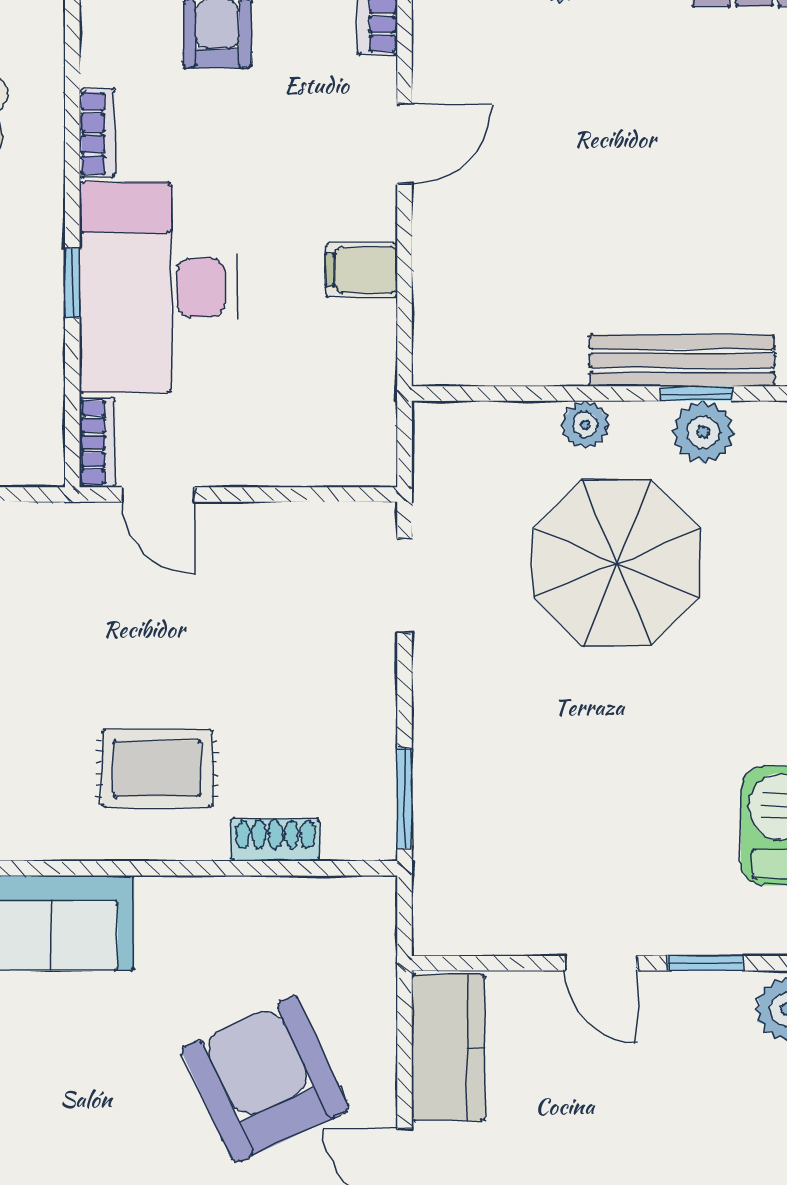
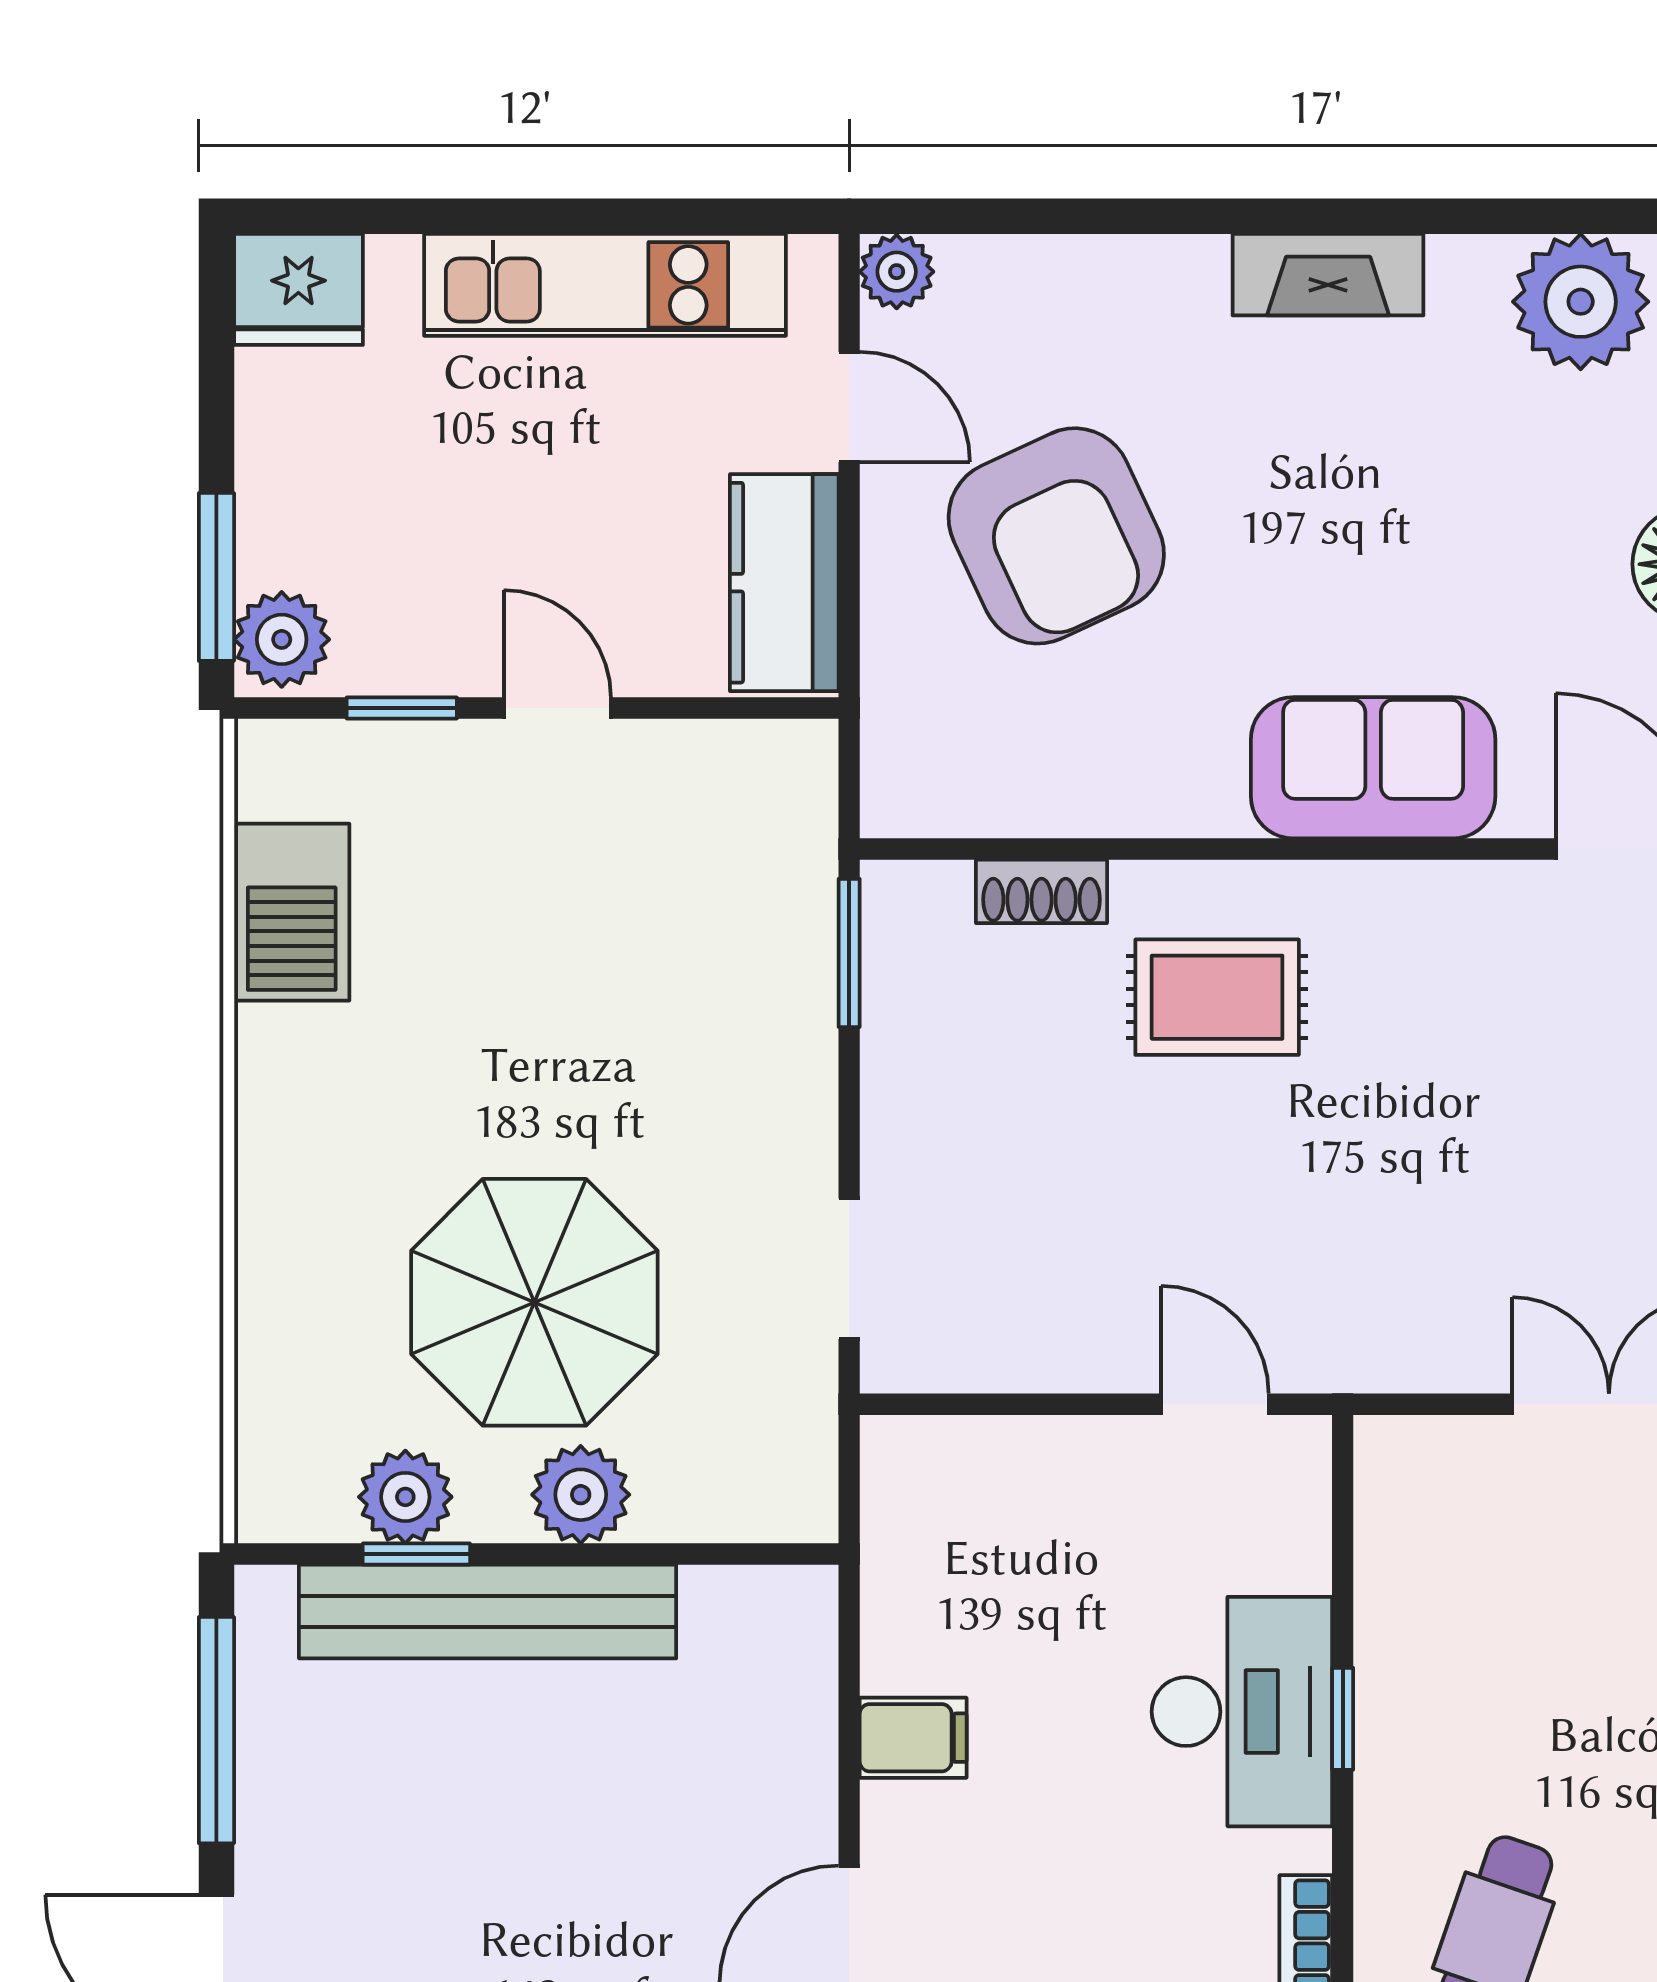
desk: (158, 288) -> (1242, 1712), width x0.73, depth x0.77
bench: (682, 360) -> (488, 1612), width x1.37, depth x1.21
plant: (585, 425) -> (581, 1495), width x1.38, depth x1.38
bookcase: (97, 443) -> (1305, 1481), removed

